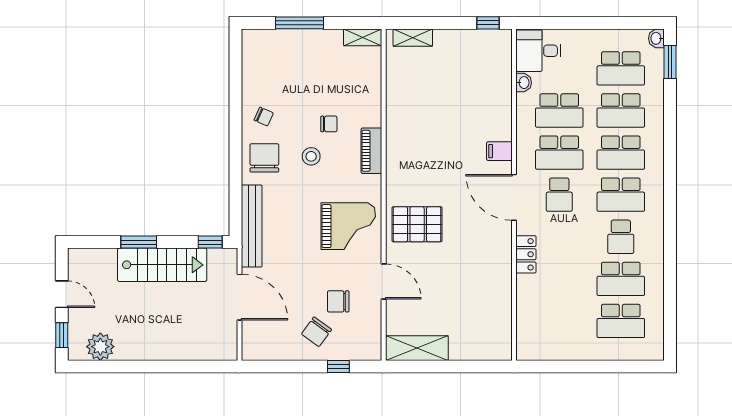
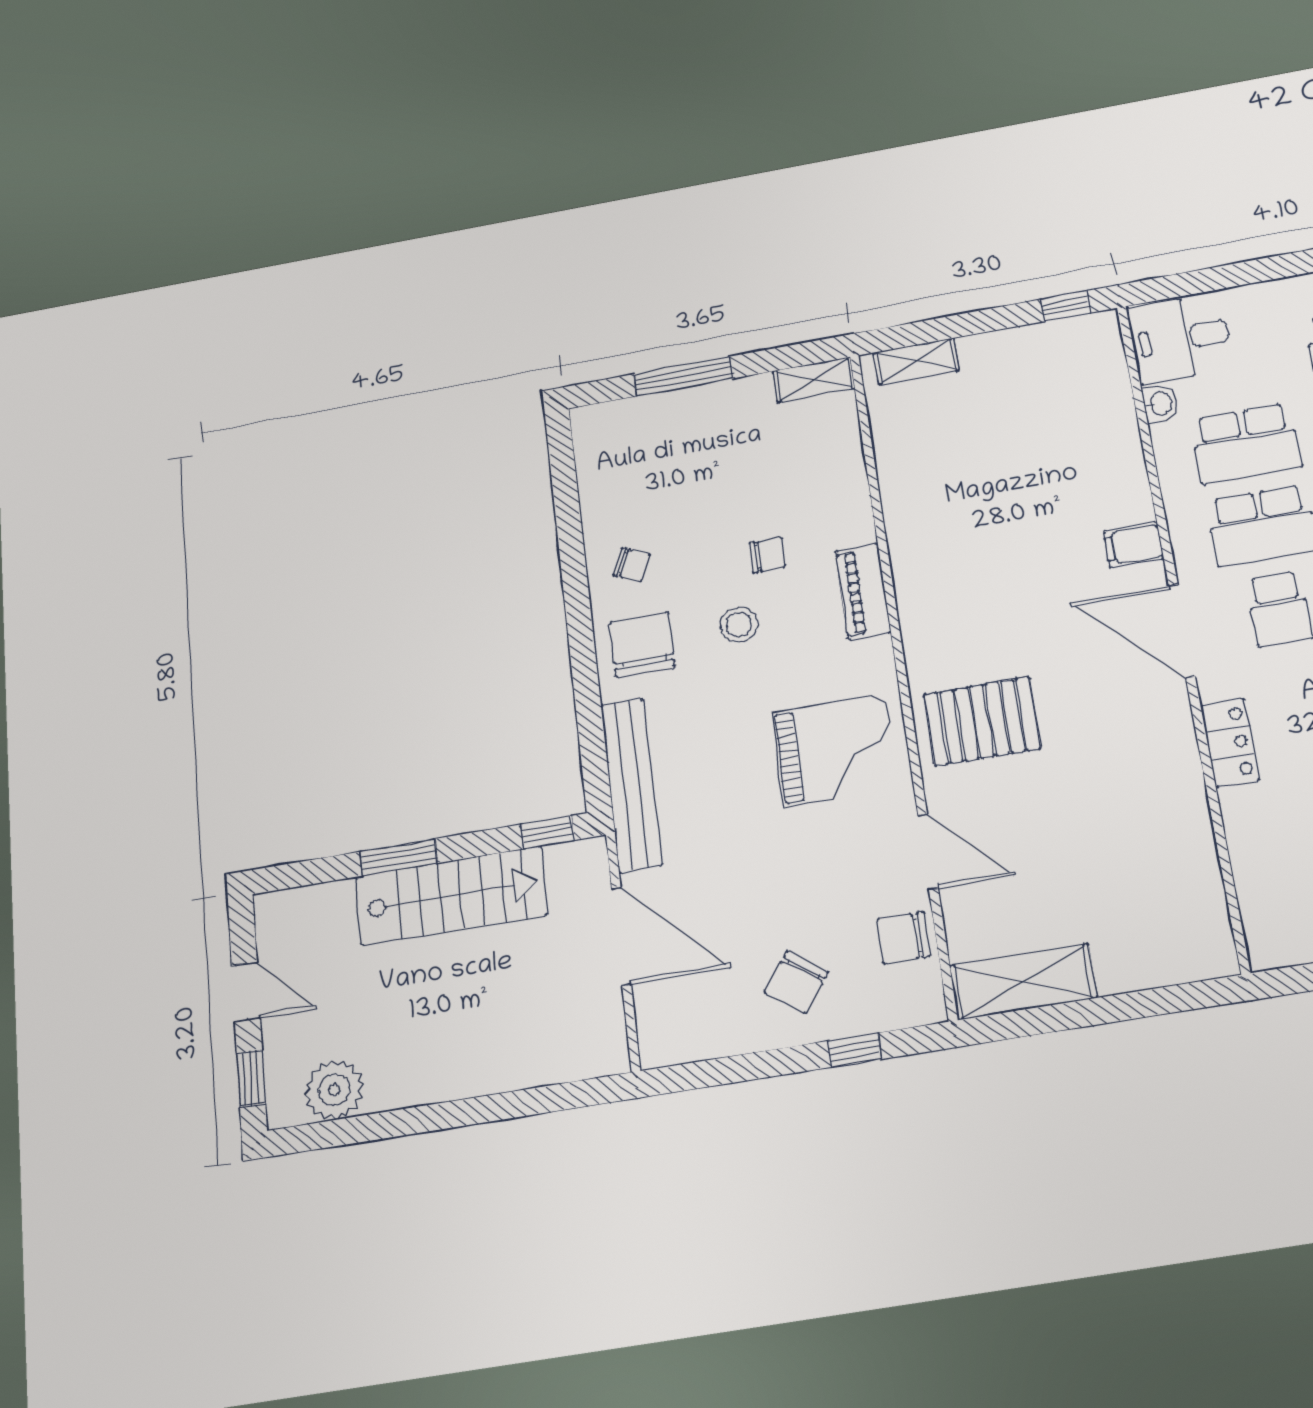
chair: (338, 301) -> (904, 938), moved

